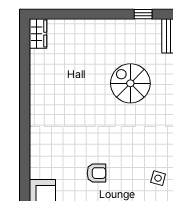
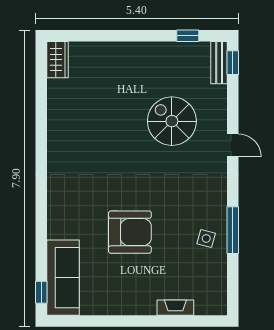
armchair: (96, 173) -> (130, 232), width x1.88, depth x1.88

